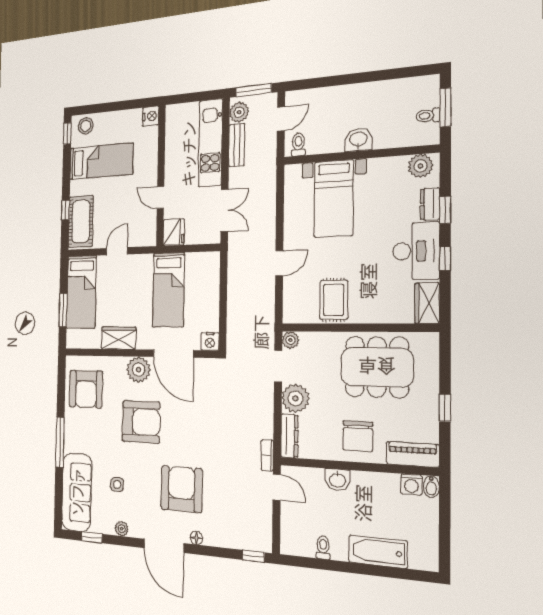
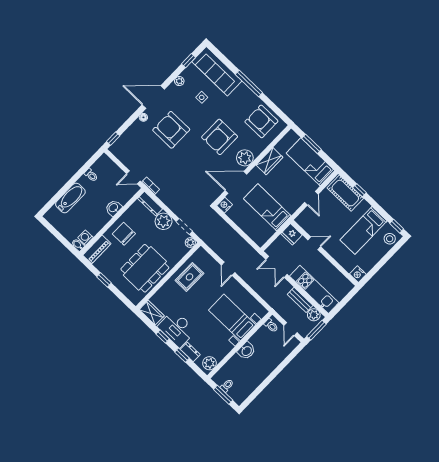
rug: (334, 300) -> (189, 277), turned 90
armchair: (182, 489) -> (171, 130), turned 180

